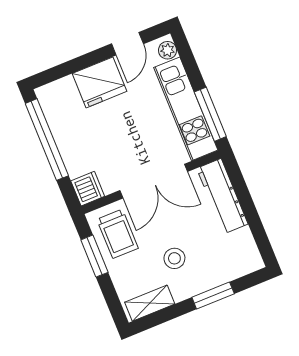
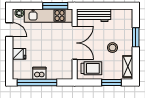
fridge: (99, 82) -> (19, 54), width x0.53, depth x0.75
dishwasher: (88, 189) -> (39, 73), moved
window: (94, 256) -> (112, 83), moved

